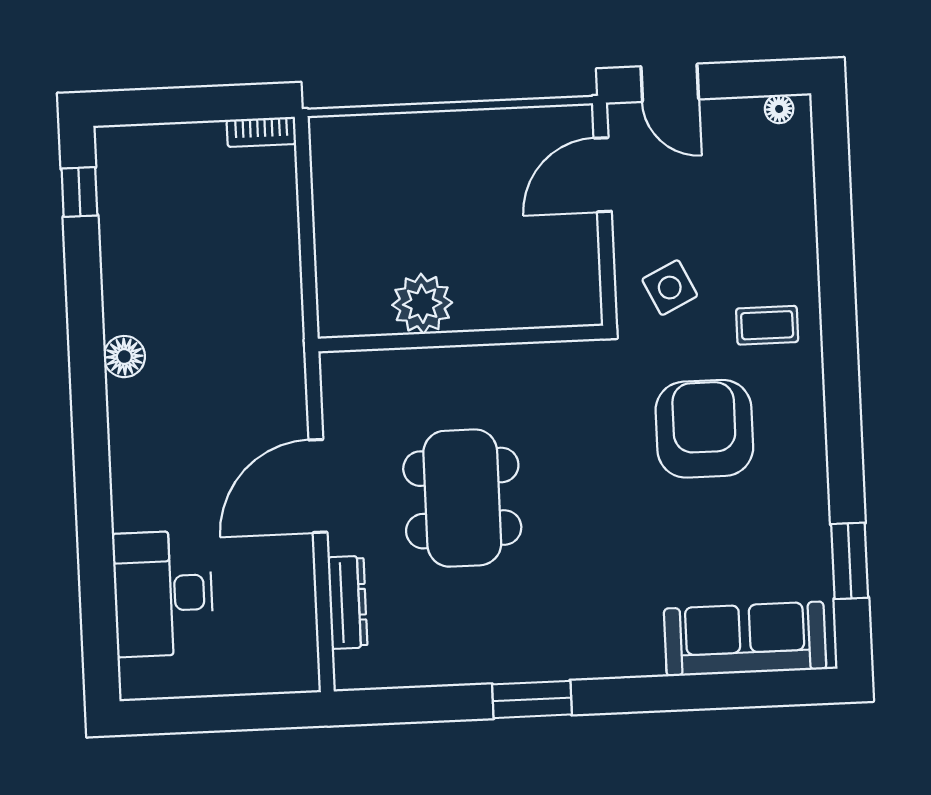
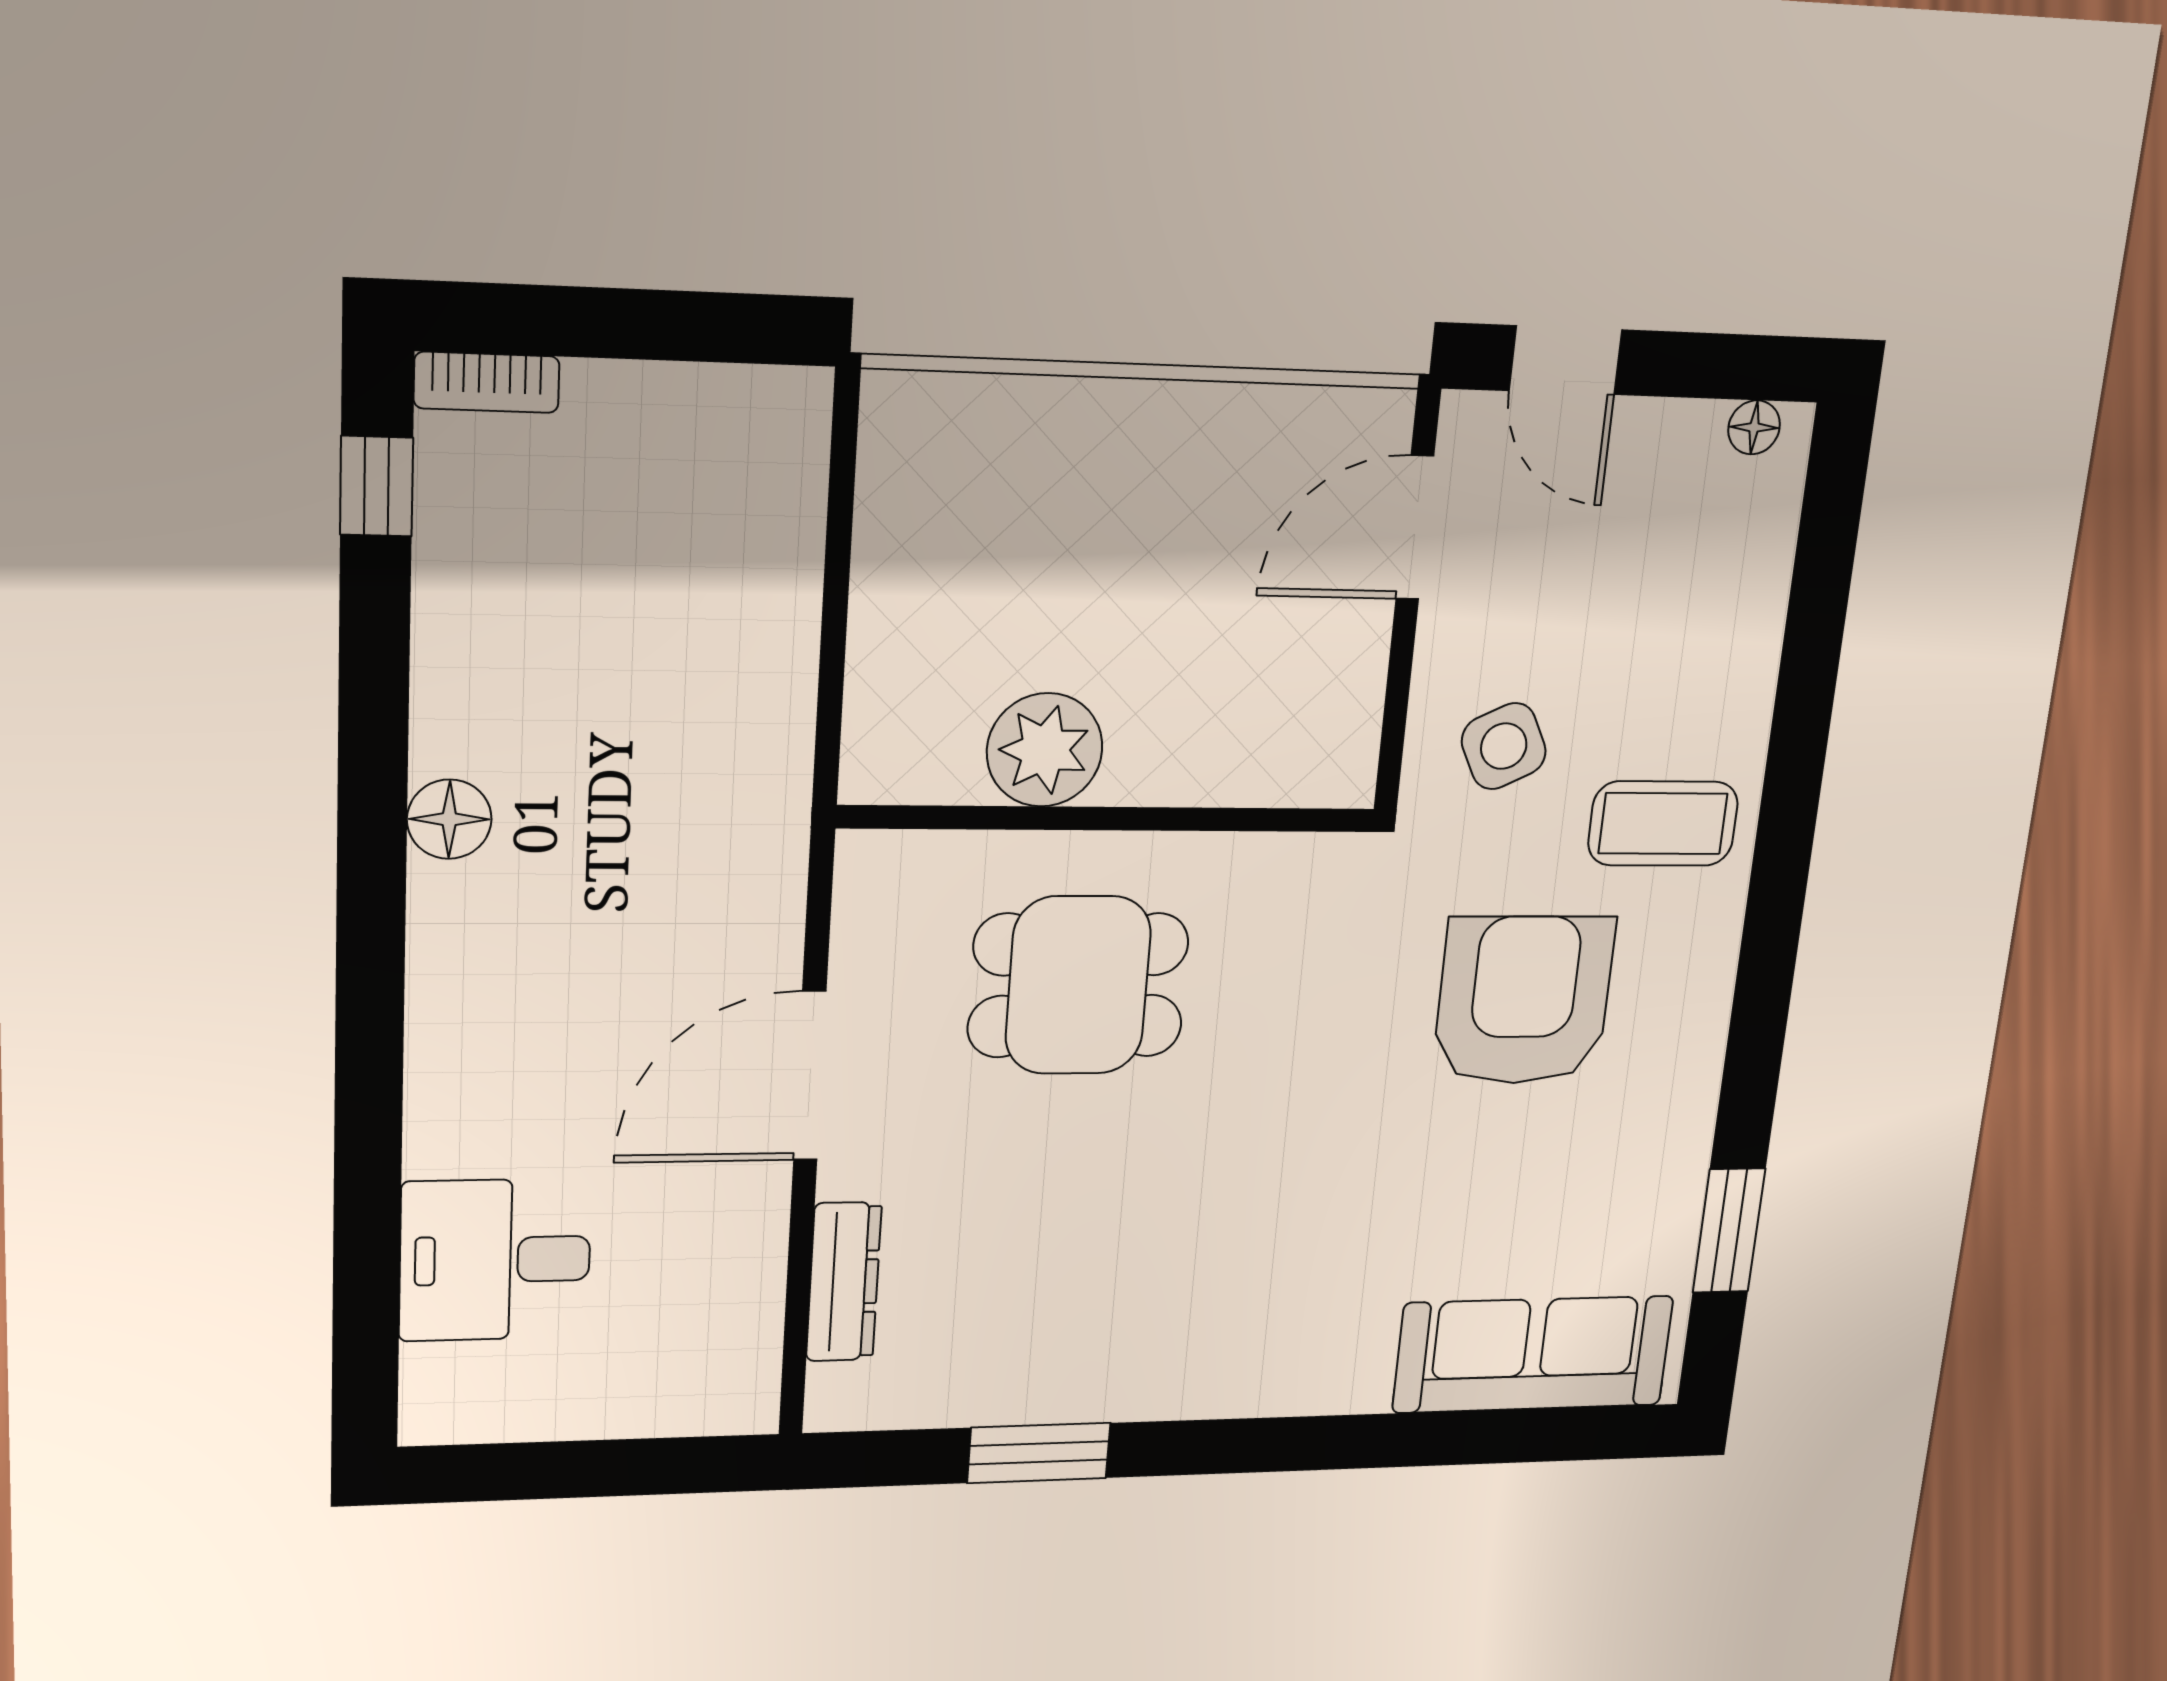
bookcase: (261, 132) -> (487, 382), moved
coffee table: (767, 325) -> (1663, 824), width x1.36, depth x1.30
dining table: (462, 498) -> (1078, 985), moved, width x0.73
desk: (163, 594) -> (495, 1260), width x0.73
window: (532, 699) -> (1039, 1453), moved

